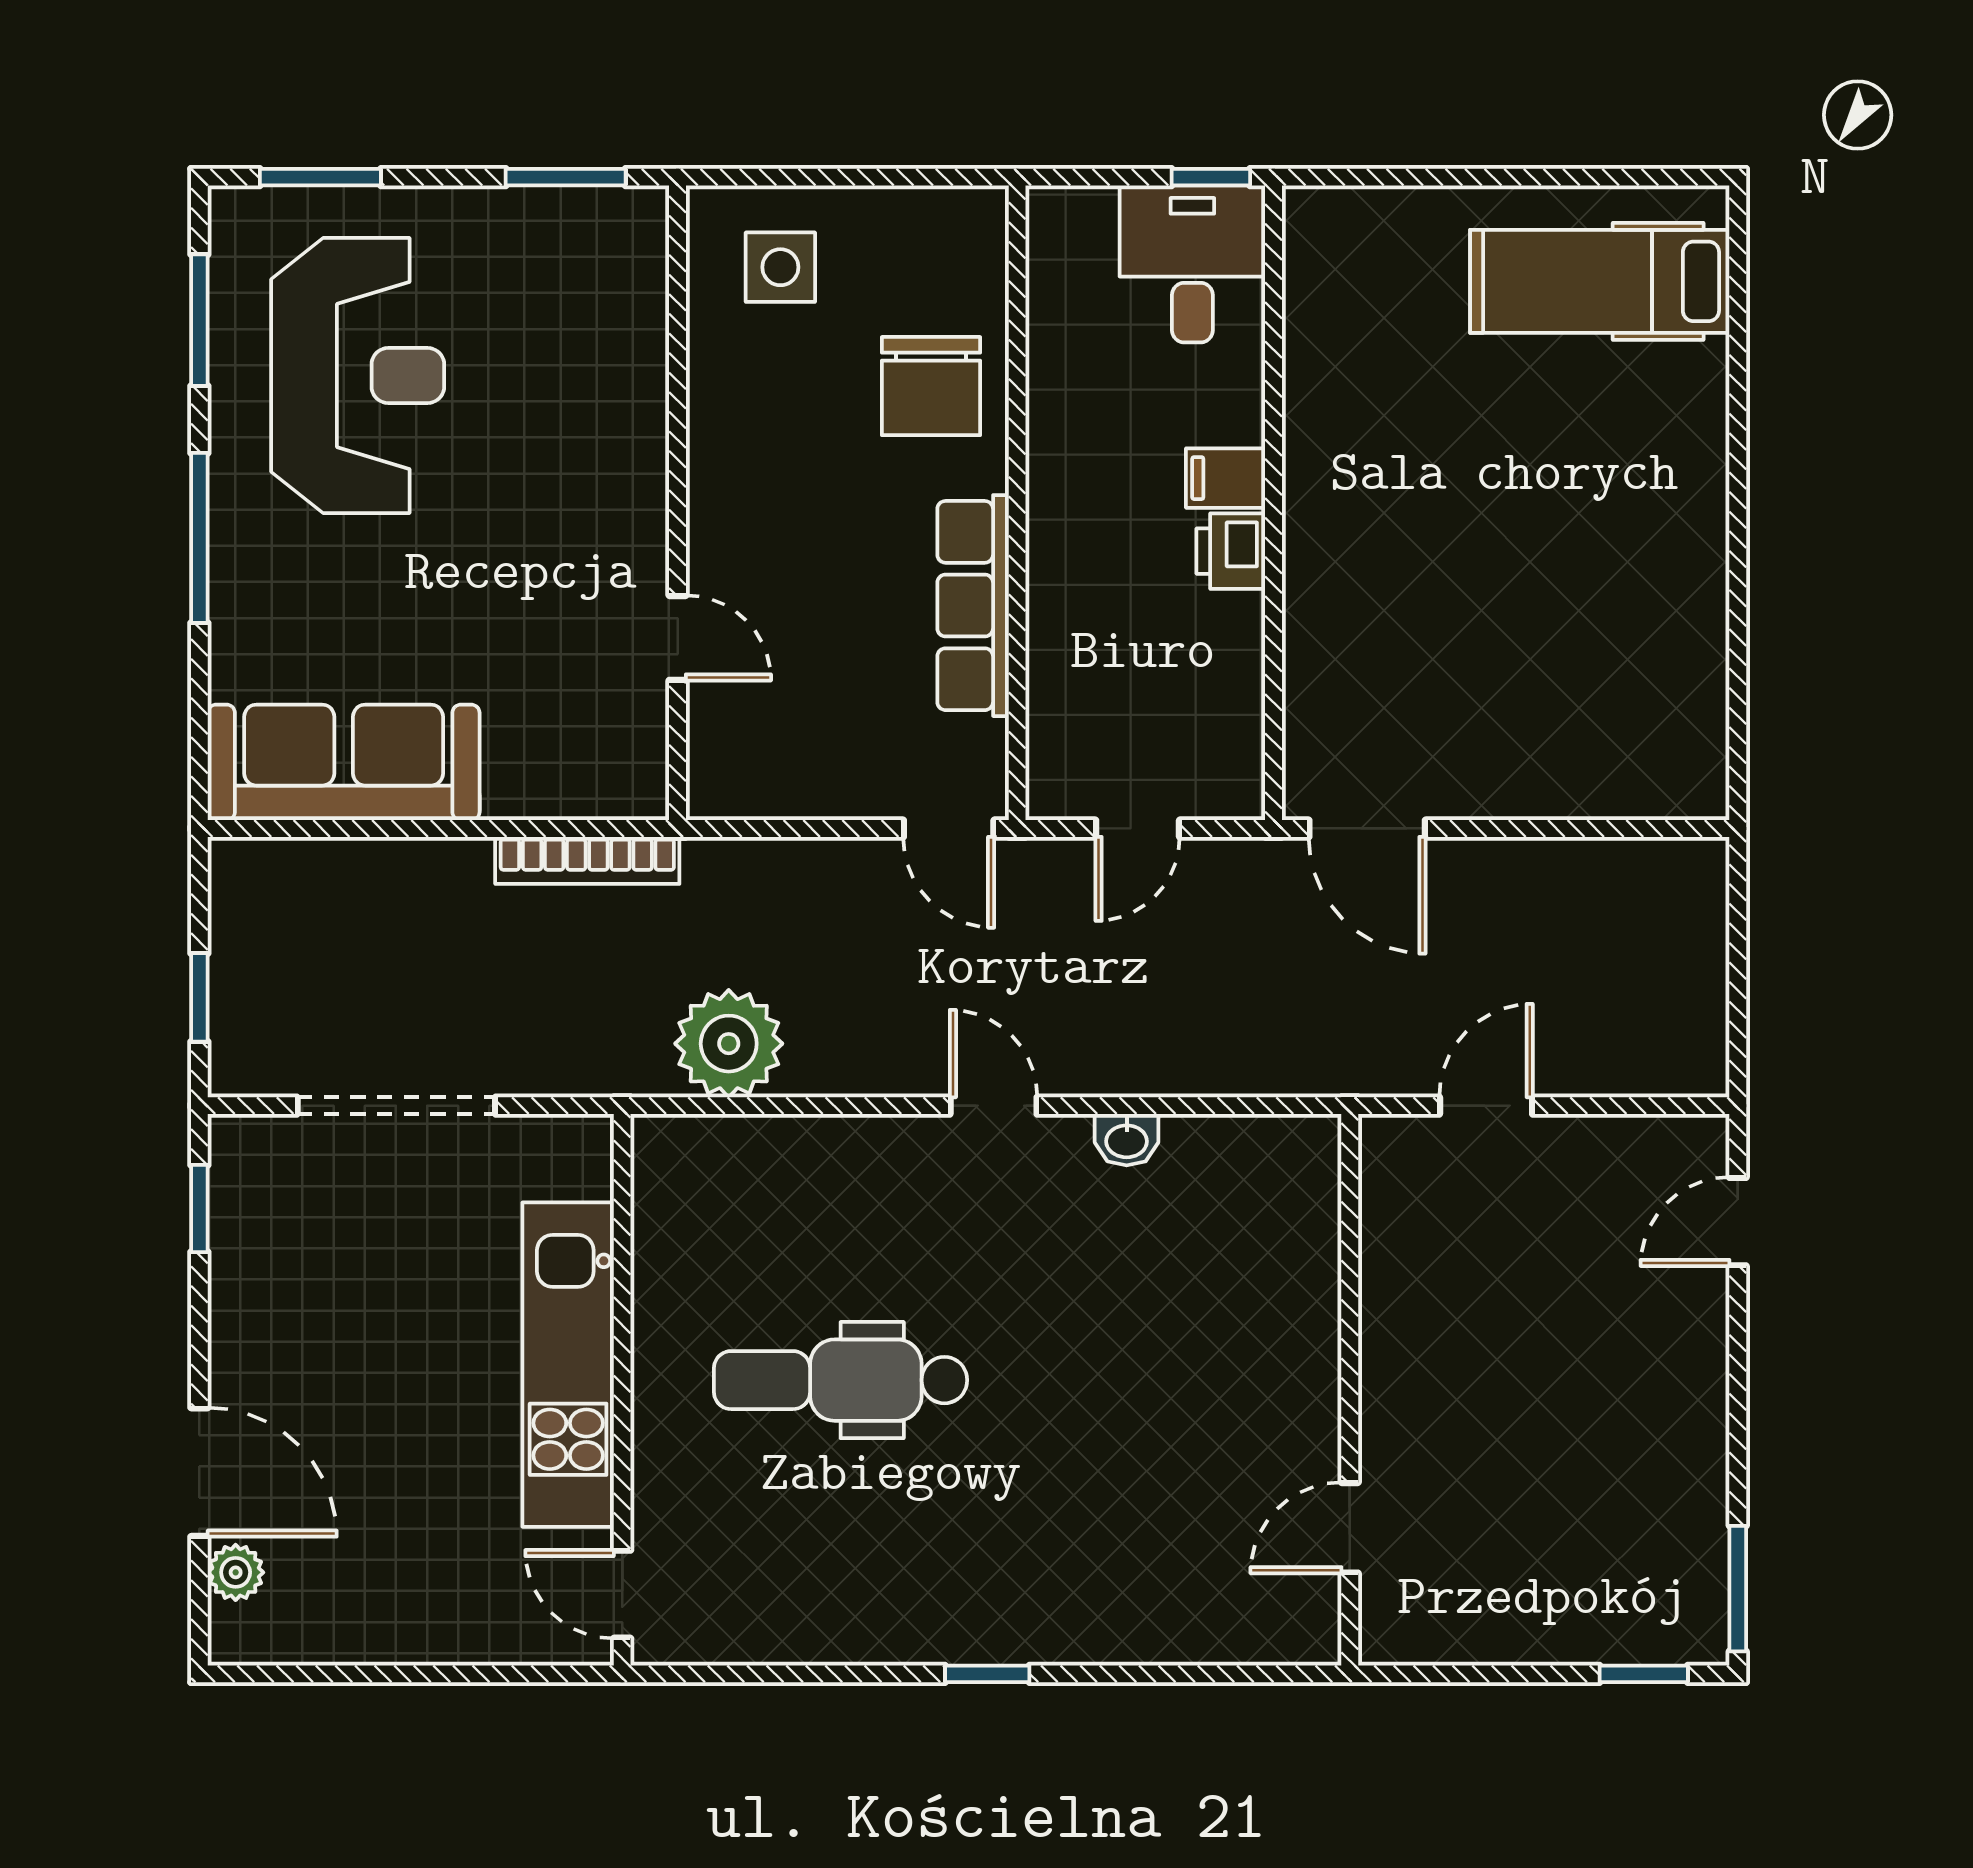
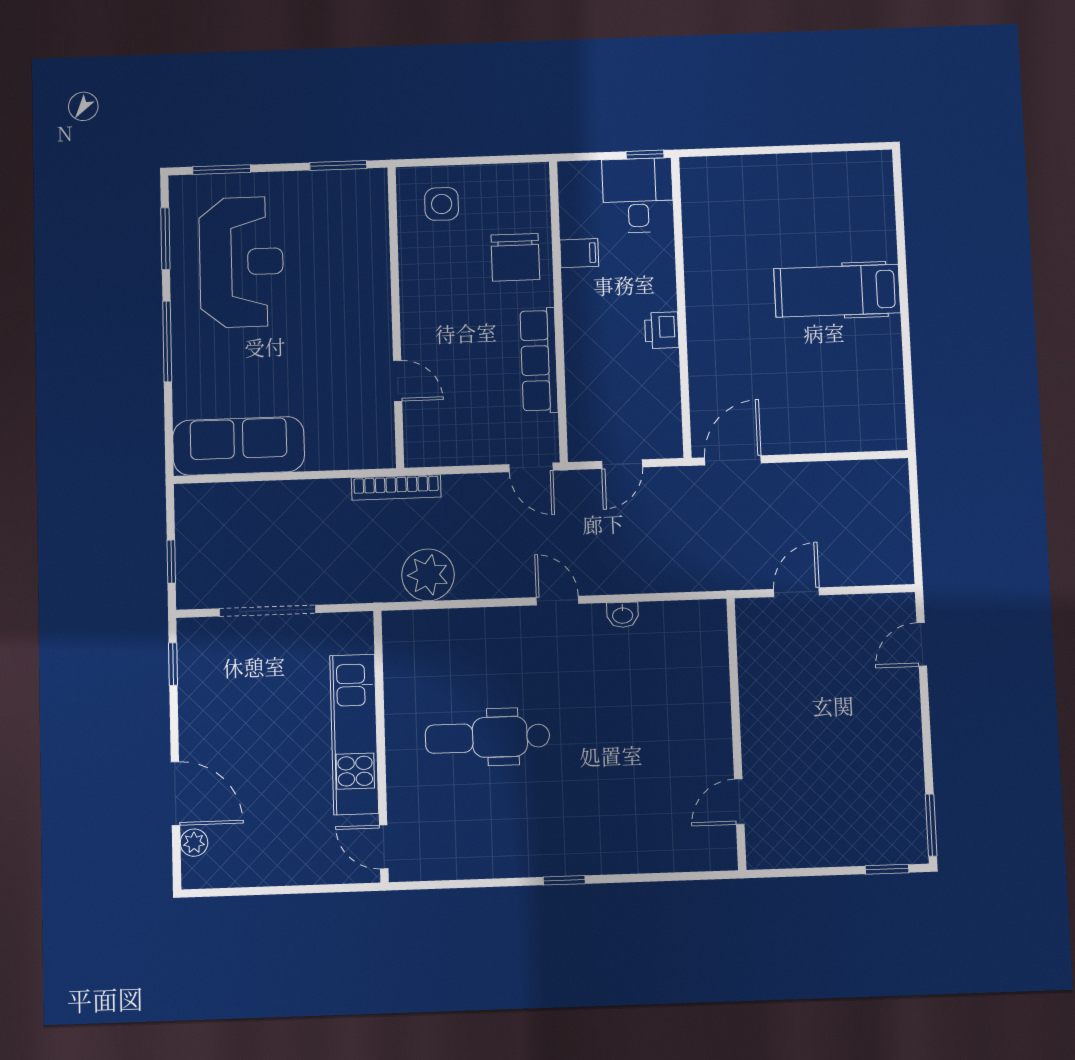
hospital bed: (1600, 281) -> (837, 291), moved
filing cabinet: (1226, 478) -> (579, 253), moved, turned 180
door: (1367, 828) -> (733, 460), swing flipped
bookcase: (587, 860) -> (396, 487), moved

